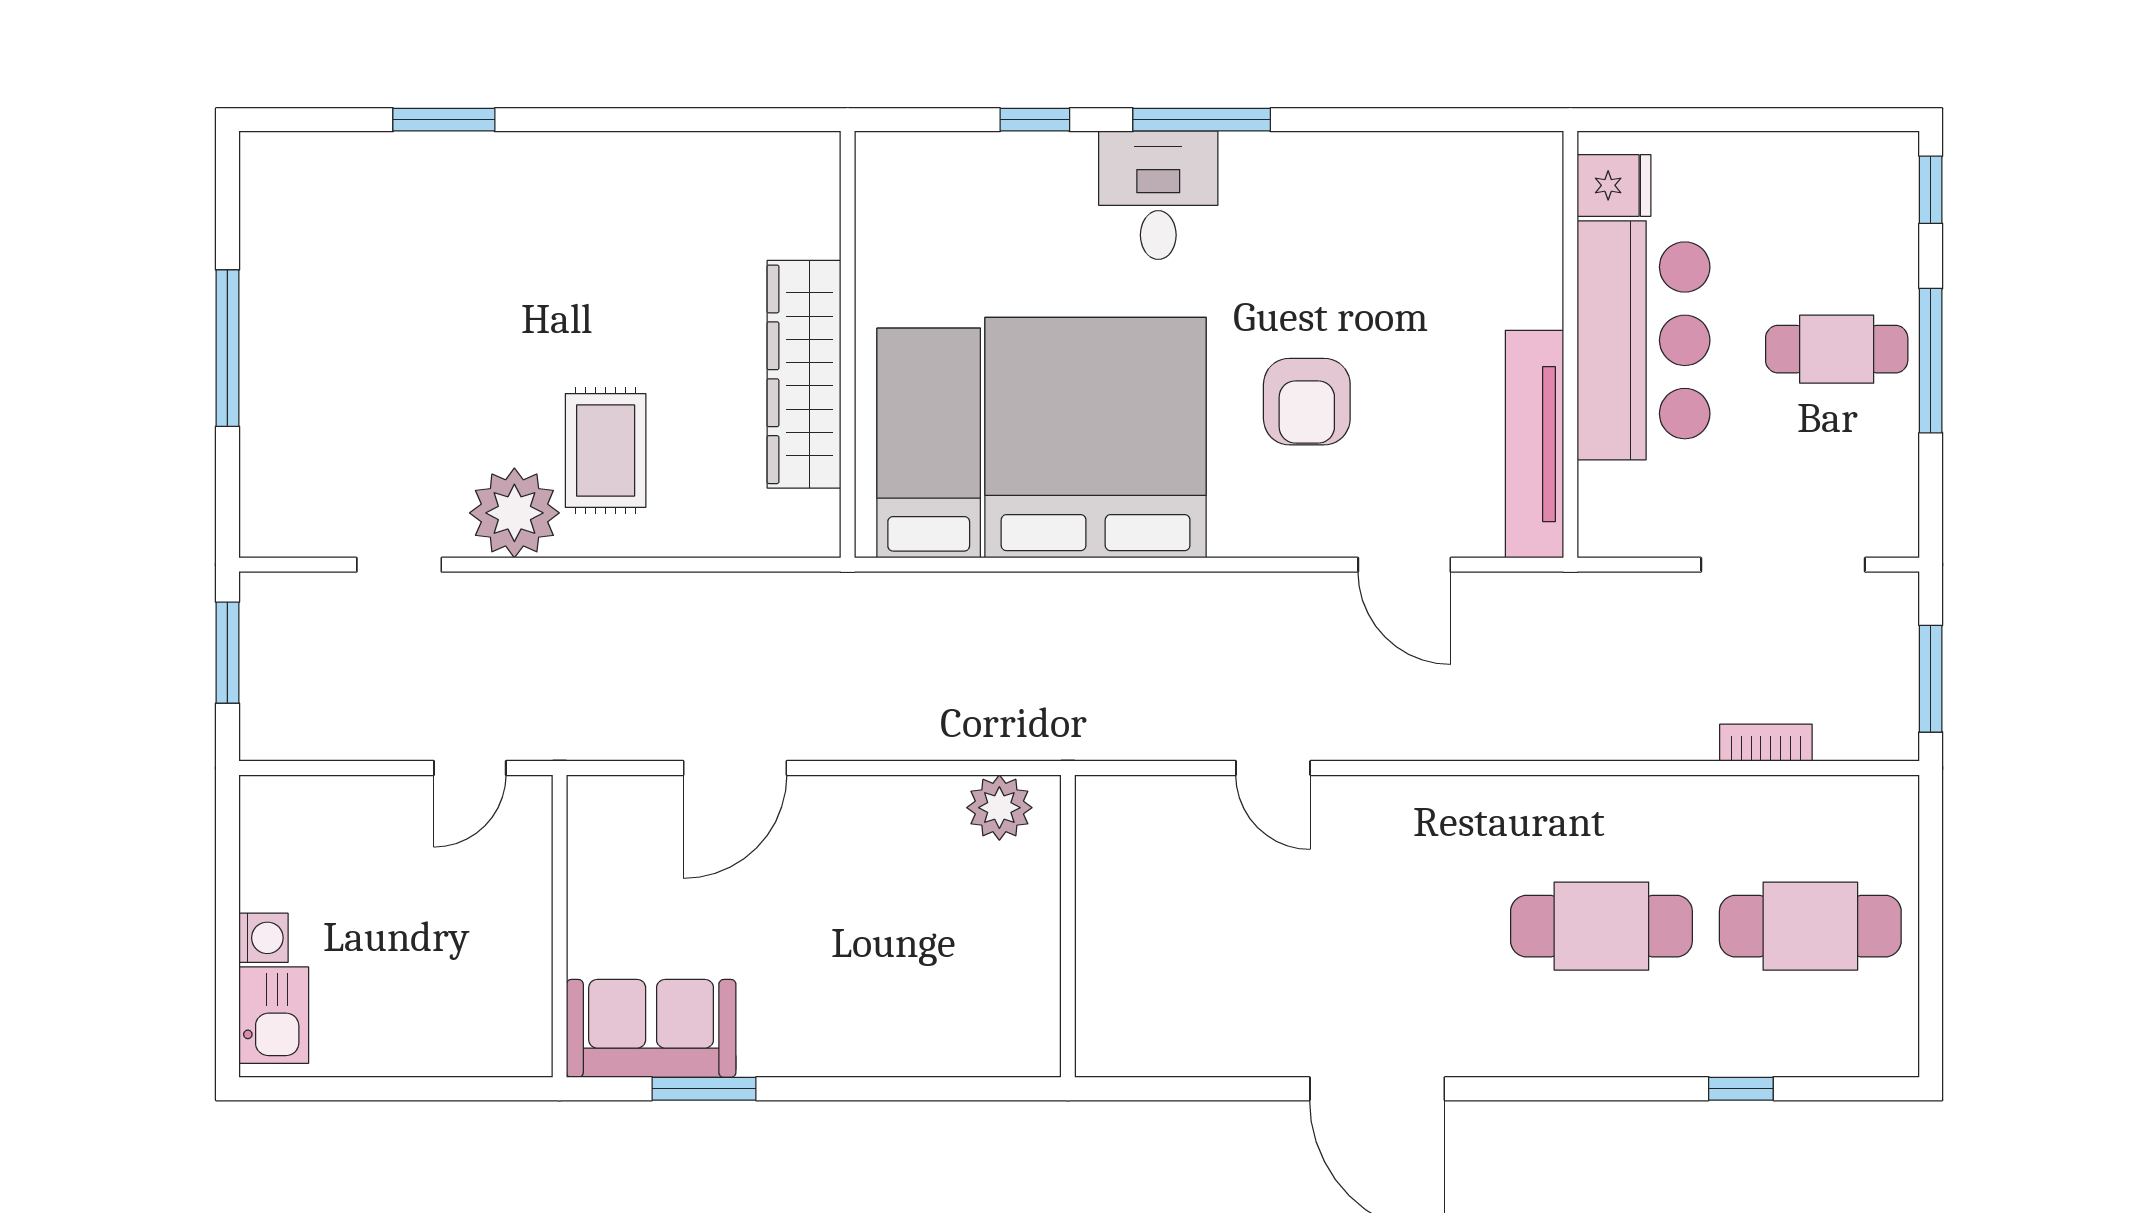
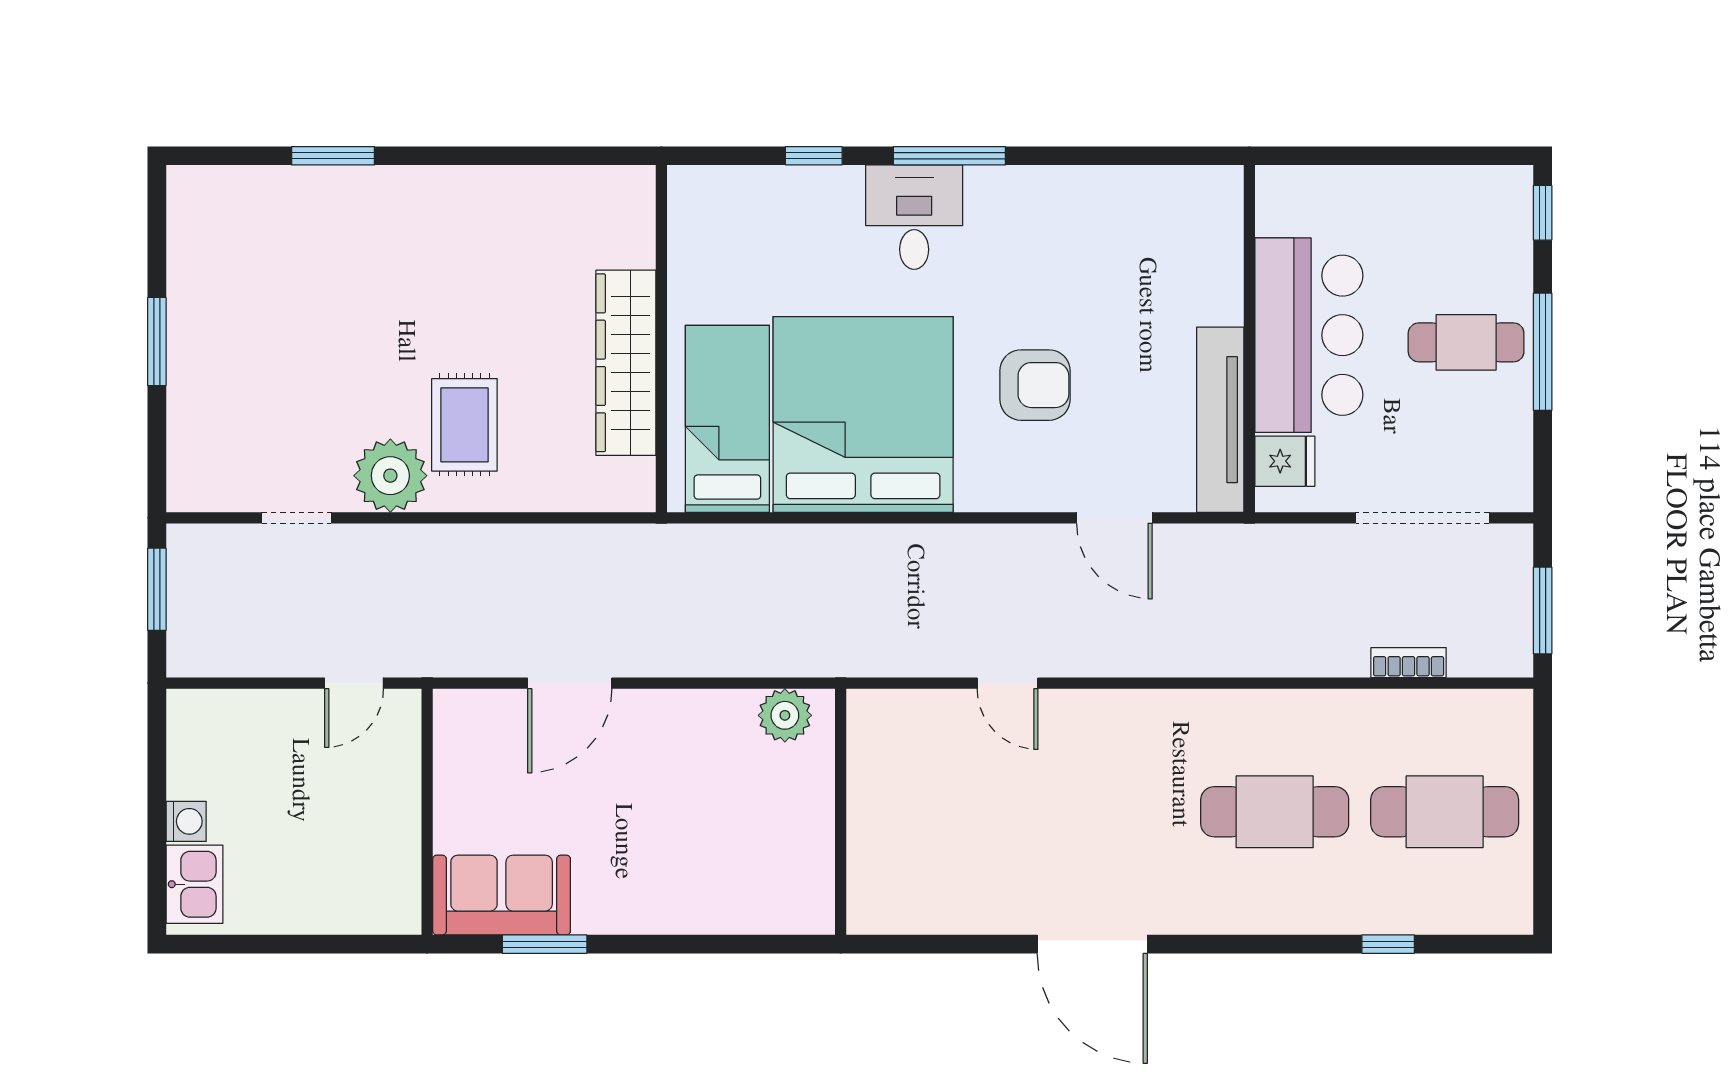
fridge: (1614, 185) -> (1285, 461), moved
window: (227, 348) -> (157, 342), width x0.69
armchair: (1307, 402) -> (1035, 385), turned -90

